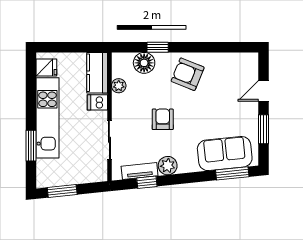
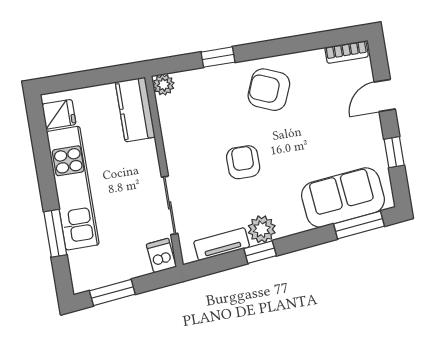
bookcase: (243, 58) -> (347, 52), added
floor lamp: (144, 63) -> (202, 84), removed
plant: (119, 86) -> (164, 85), moved
dishwasher: (97, 102) -> (161, 256), moved, turned 84
window: (263, 129) -> (394, 152), width x0.67
window: (147, 182) -> (260, 252), moved

